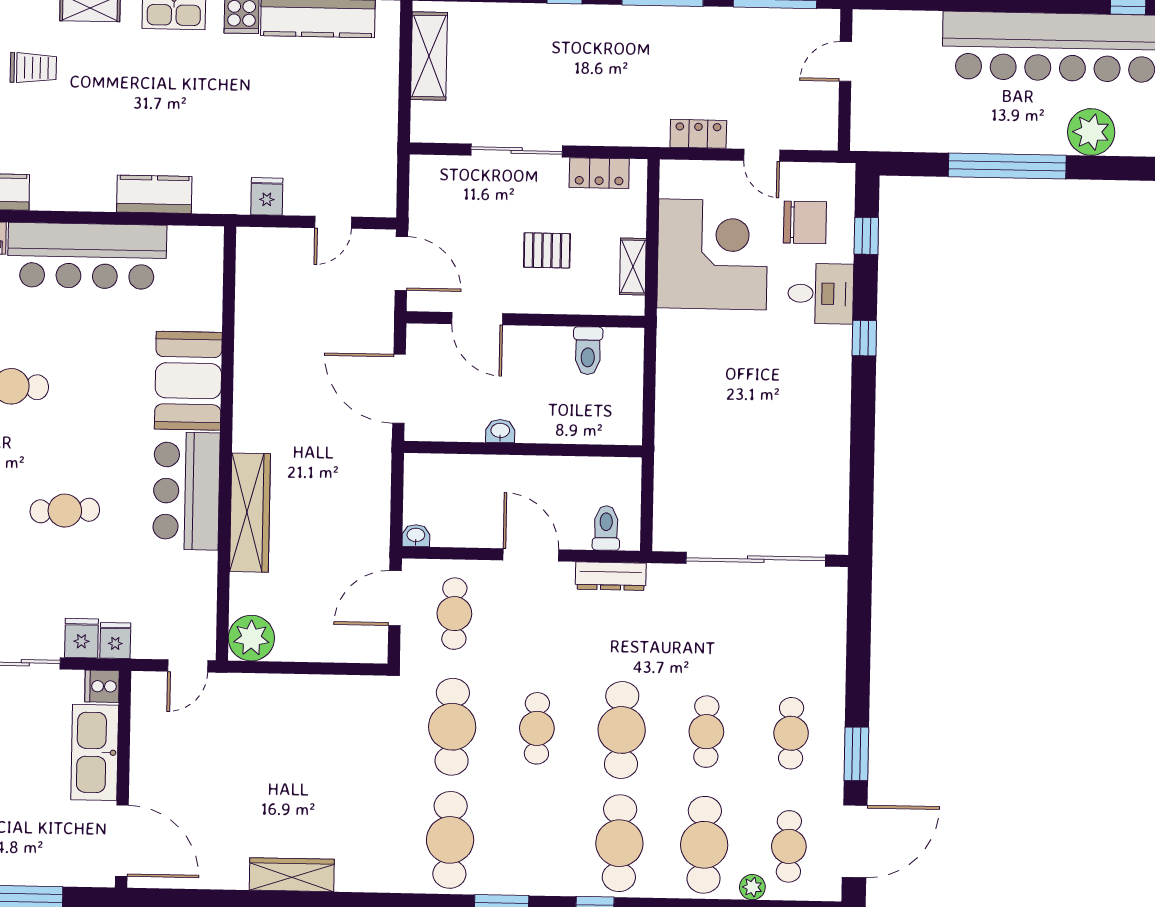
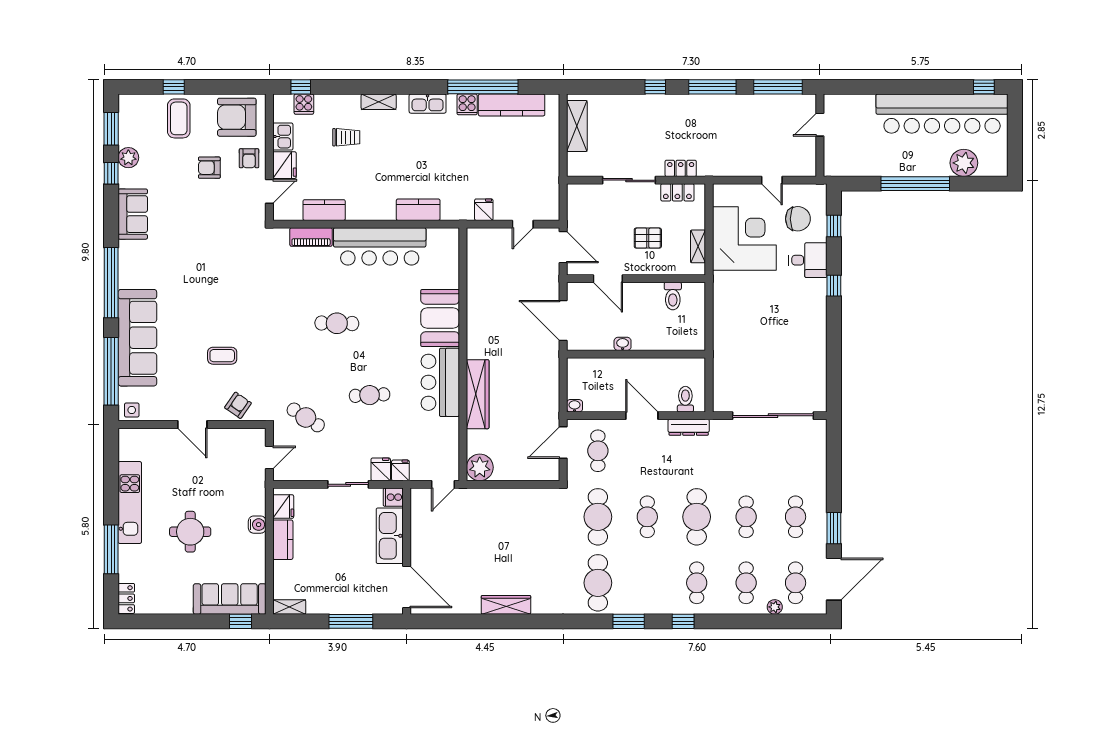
locker: (698, 134) -> (681, 168), moved
cafe table: (619, 843) -> (697, 583), width x0.73, depth x0.74
cafe table: (704, 845) -> (746, 583), width x0.73, depth x0.74

